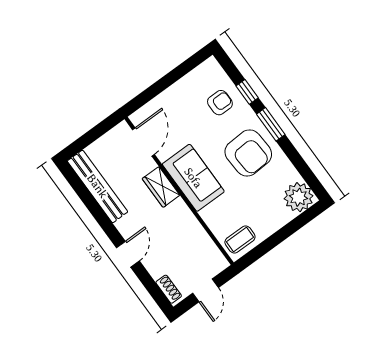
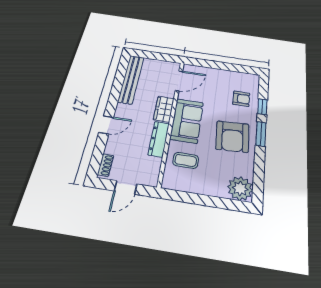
dresser: (187, 221) -> (159, 139), added
coffee table: (240, 240) -> (186, 160), moved

